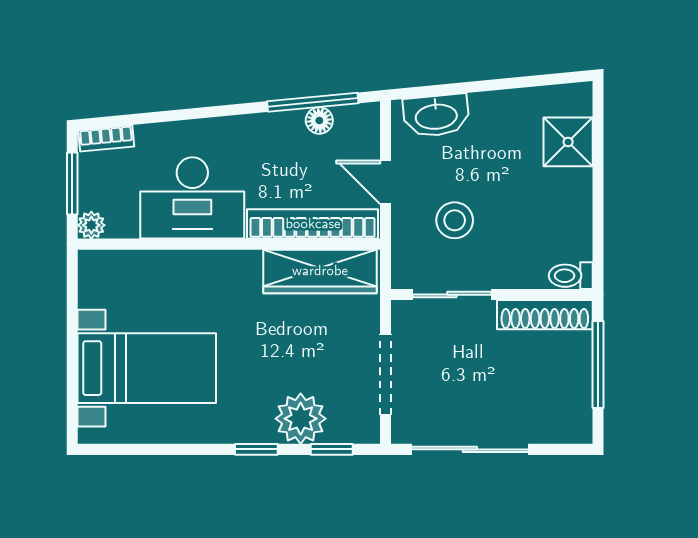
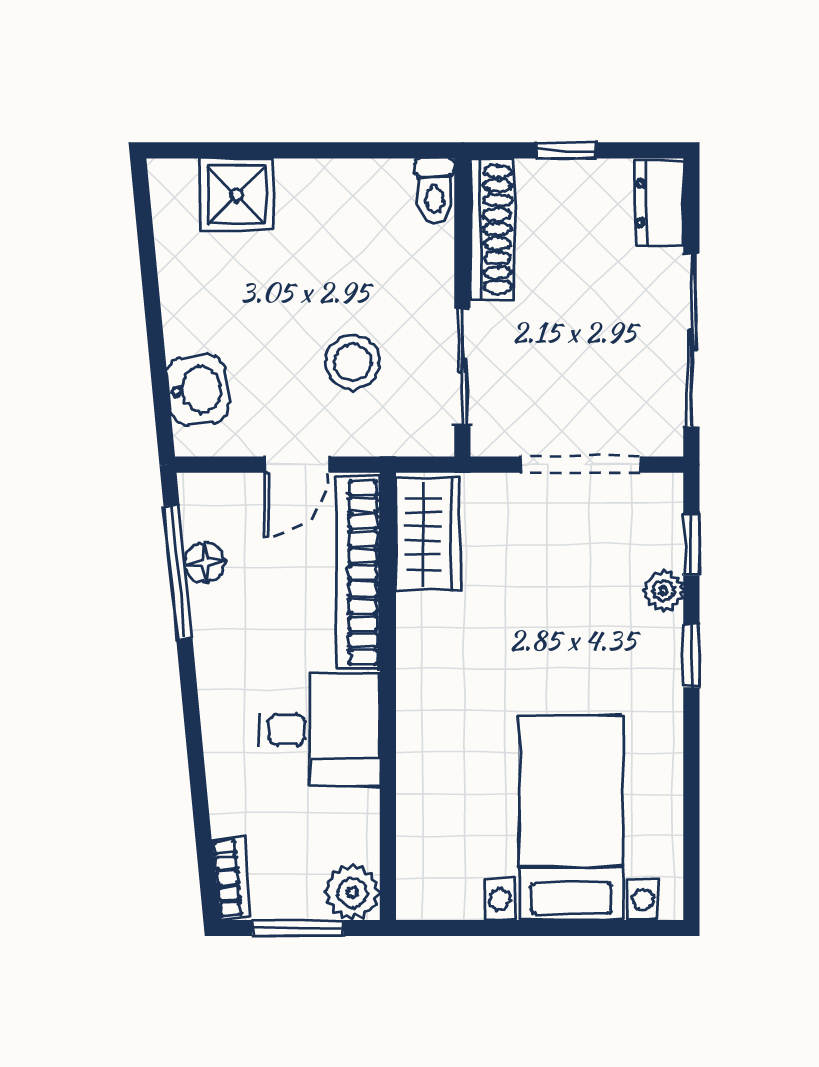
washbasin: (436, 116) -> (198, 390), width x0.72
desk: (192, 198) -> (320, 730), width x0.73
plant: (91, 225) -> (352, 892), width x1.38, depth x1.38
wardrobe: (320, 271) -> (428, 534), width x0.67
window: (598, 365) -> (566, 150), width x0.46
plant: (301, 419) -> (663, 590), width x0.53, depth x0.53
dresser: (562, 428) -> (659, 203), added

